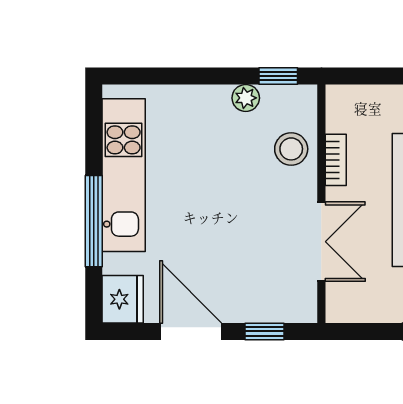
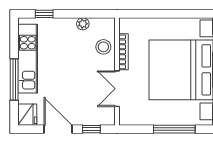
window: (278, 76) -> (44, 14), moved
bookcase: (336, 160) -> (123, 52), width x1.56
double door: (321, 242) -> (117, 89), swing flipped

